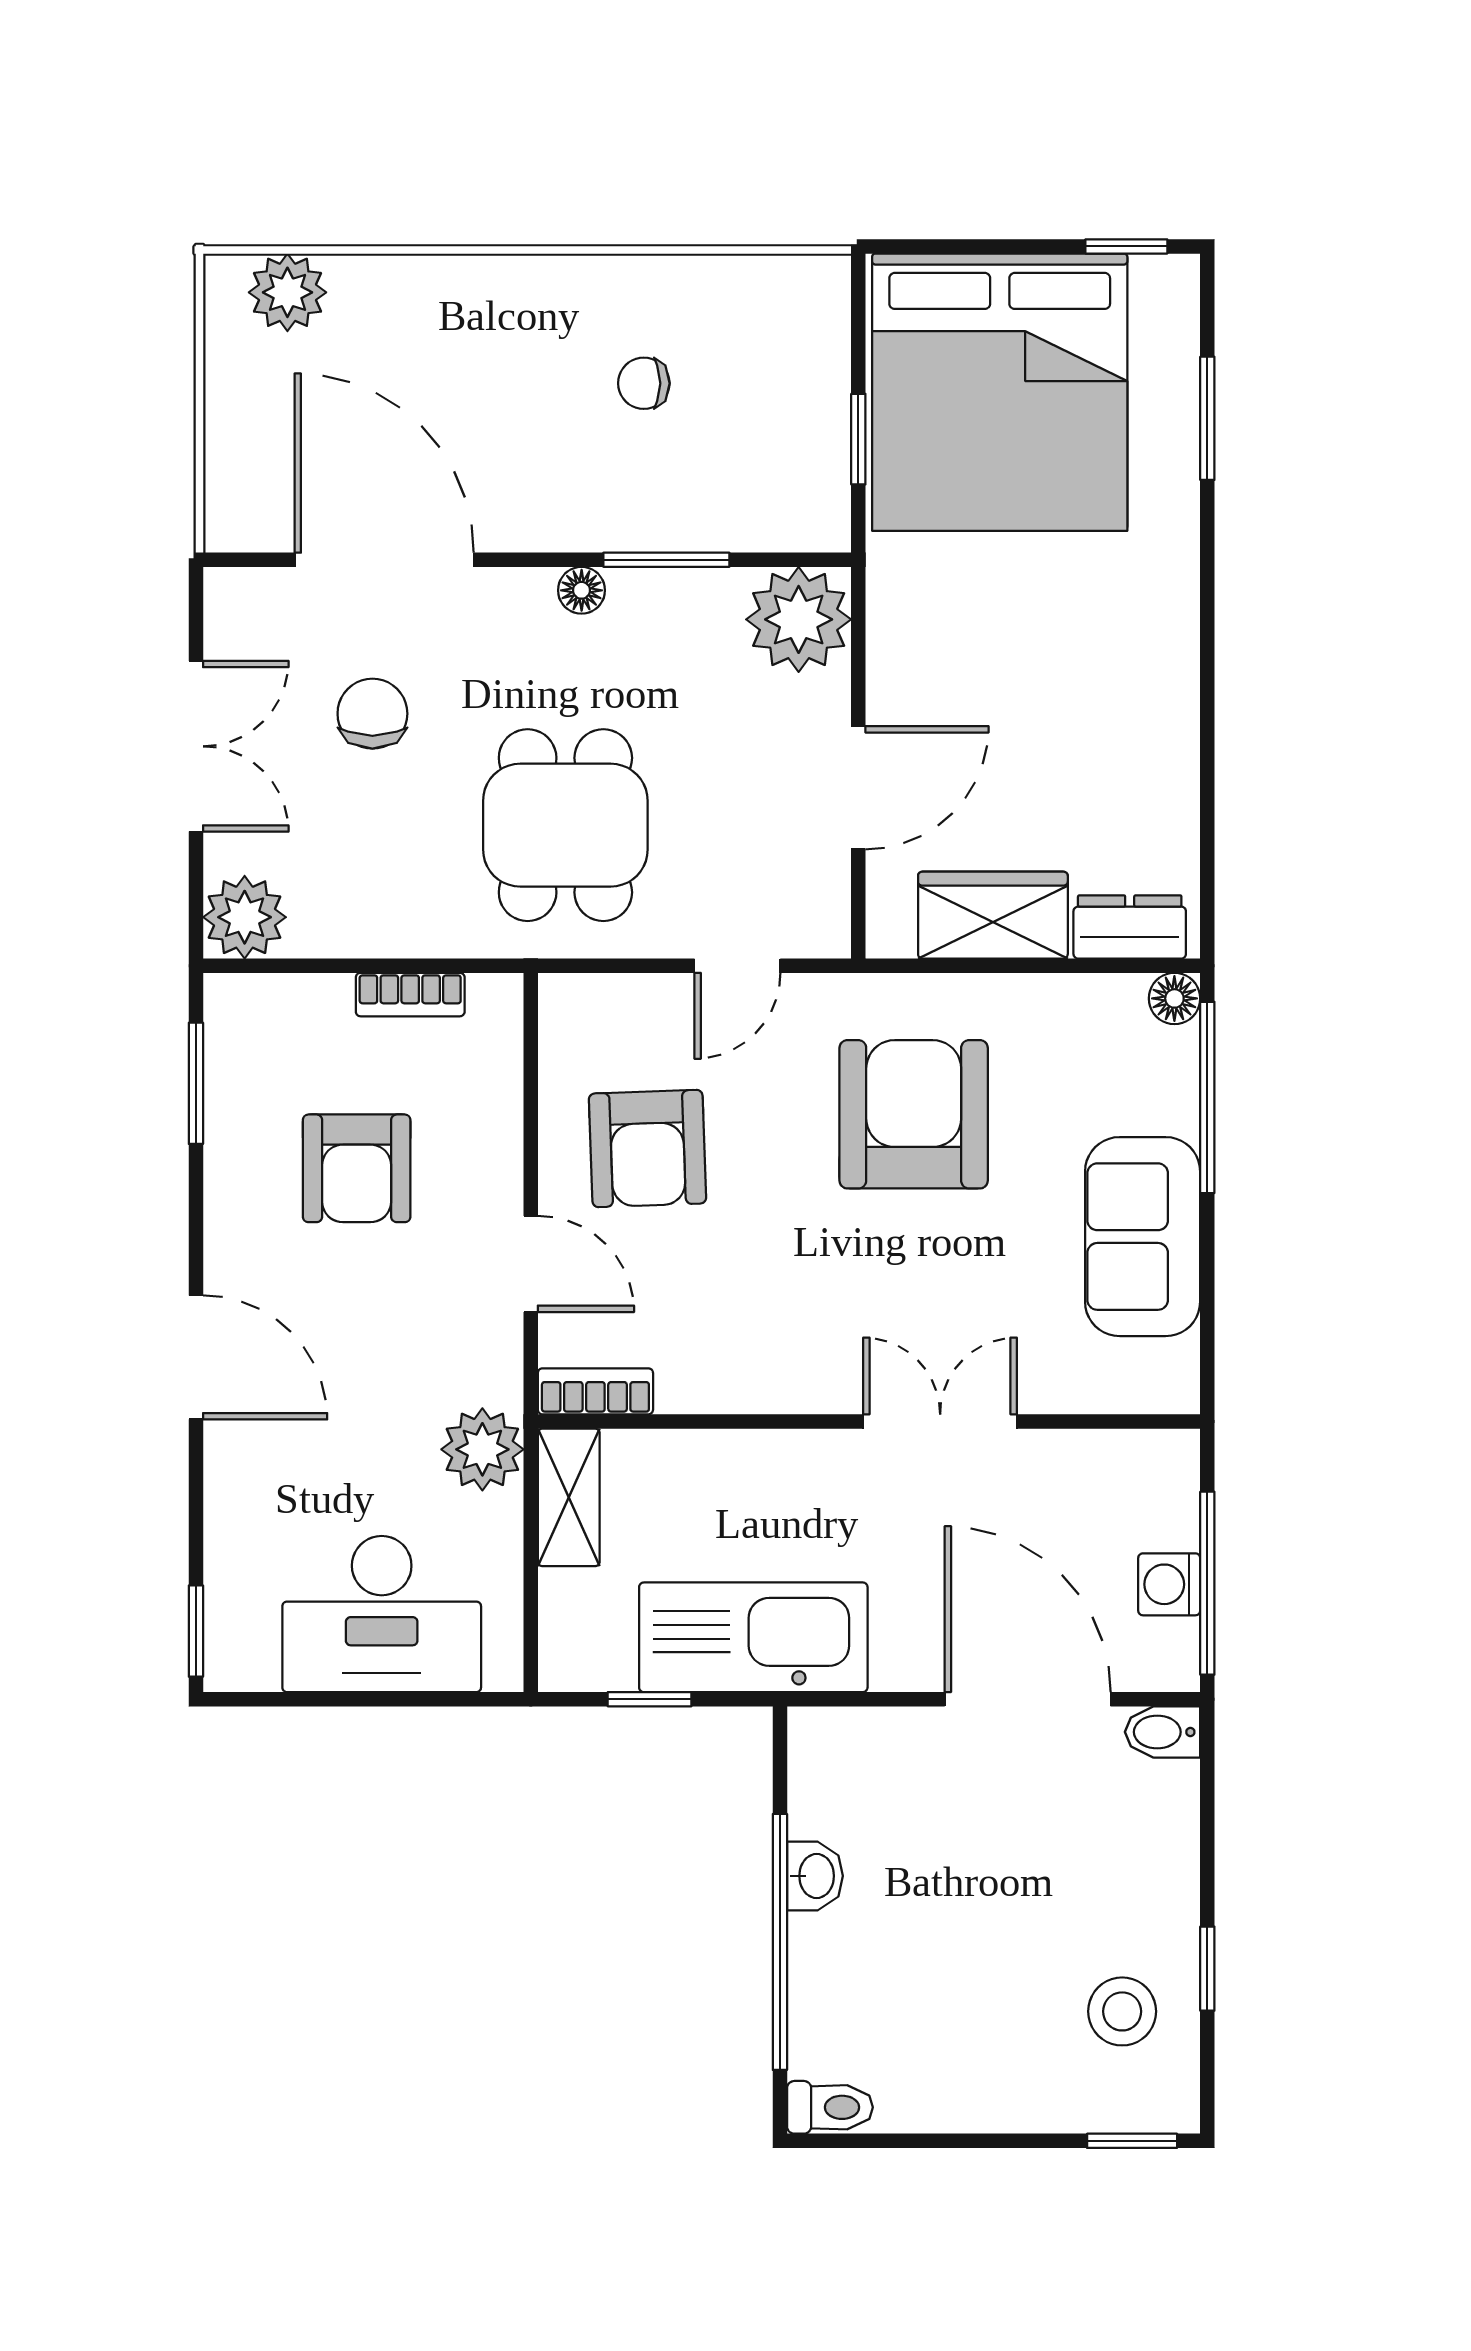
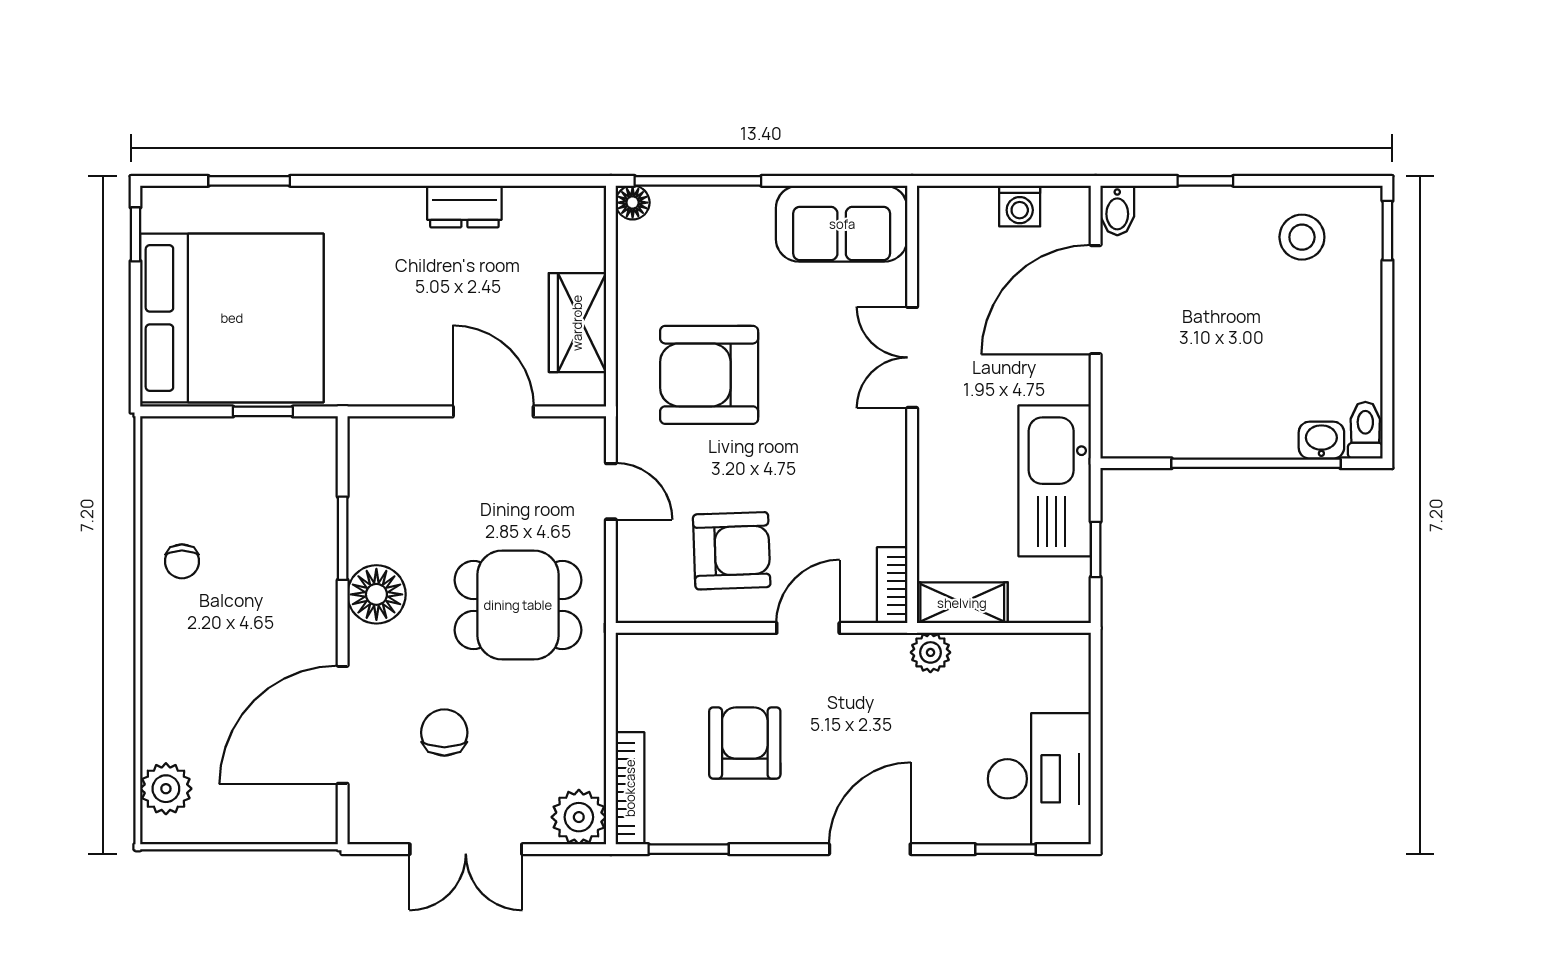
chair: (644, 383) -> (182, 561), moved
floor lamp: (582, 590) -> (376, 594), width x1.89, depth x1.89
plant: (799, 619) -> (382, 451), removed
chair: (372, 714) -> (444, 733), turned 90
double door: (196, 746) -> (466, 849), swing flipped
dresser: (1130, 927) -> (464, 206), moved, turned -90
bookcase: (410, 995) -> (630, 788), moved, width x1.56
armchair: (357, 1168) -> (745, 743), turned -90
sofa: (1143, 1237) -> (842, 224), moved
plant: (482, 1449) -> (930, 652), width x0.73, depth x0.73
window: (1207, 1583) -> (1019, 181), removed
desk: (382, 1614) -> (1039, 779), moved
window: (196, 1631) -> (1005, 849), moved
washbasin: (815, 1876) -> (1321, 440), moved
window: (1207, 1969) -> (1205, 181), moved

